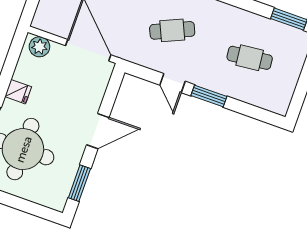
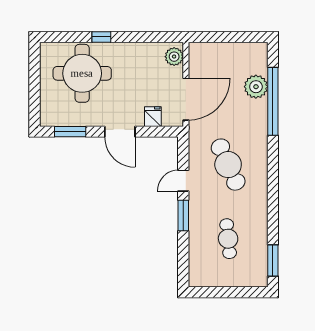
cafe table: (172, 30) -> (228, 165), width x1.37, depth x1.35
fridge: (18, 92) -> (153, 117), moved, turned 180

